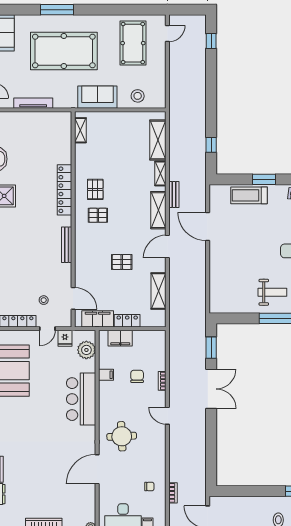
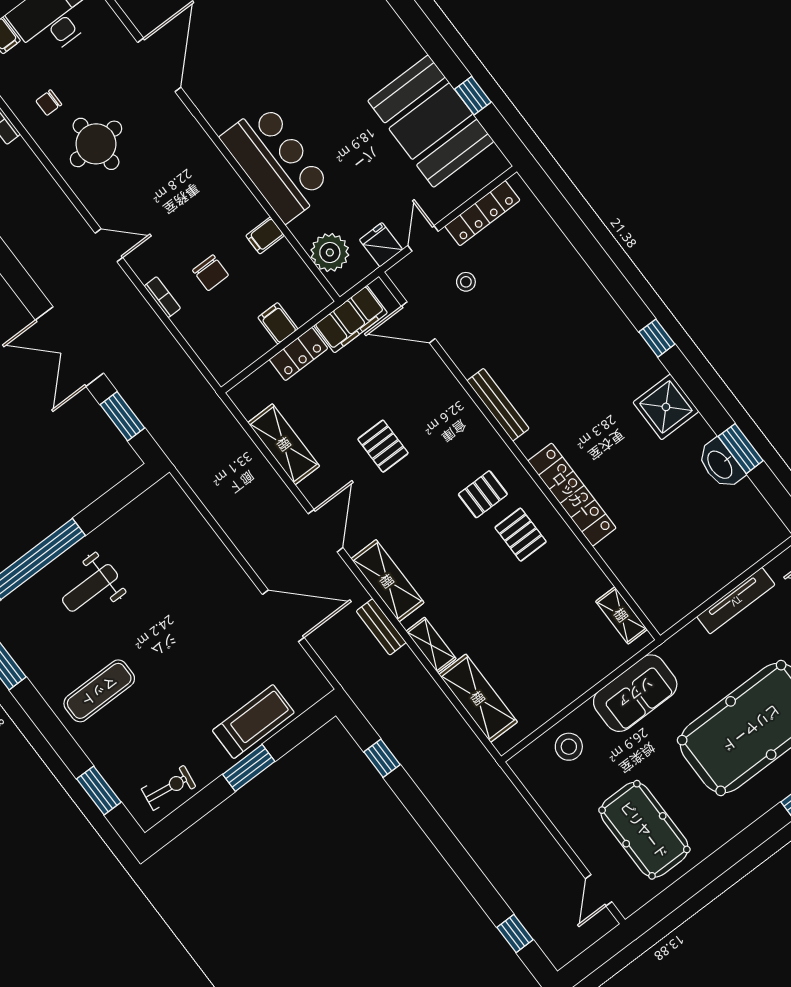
pallet: (122, 262) -> (383, 446), turned 90
filing cabinet: (120, 338) -> (278, 323), width x0.50
round table: (122, 436) -> (96, 144), moved

